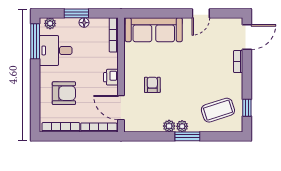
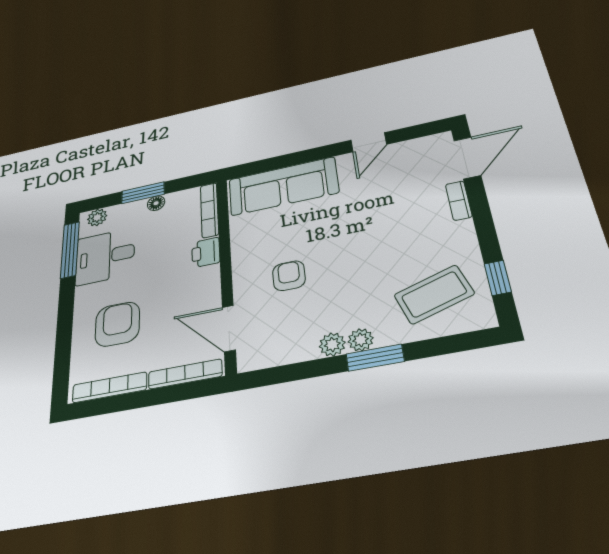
printer: (111, 77) -> (206, 252), moved
armchair: (64, 93) -> (117, 324), turned -90

